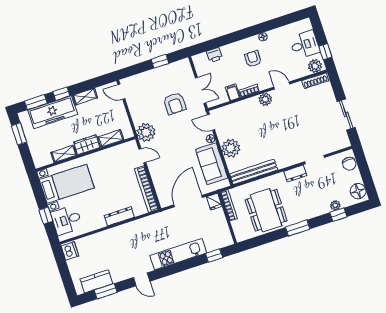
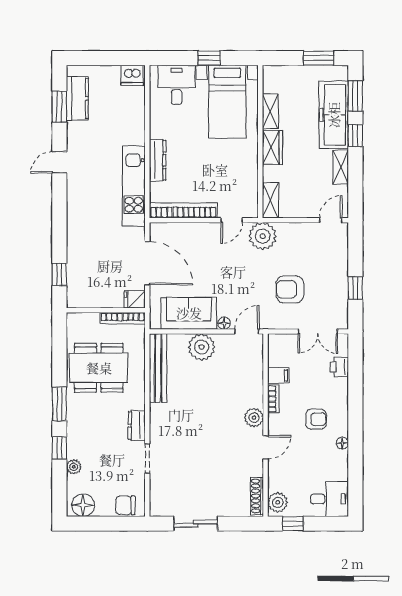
desk: (305, 45) -> (329, 499), moved, turned -90
double door: (201, 90) -> (318, 331), moved
shelving: (111, 138) -> (270, 200), moved
window: (338, 215) -> (59, 448), moved
window: (46, 216) -> (209, 58), moved
kitchen unit: (178, 254) -> (134, 186), moved, turned 180

